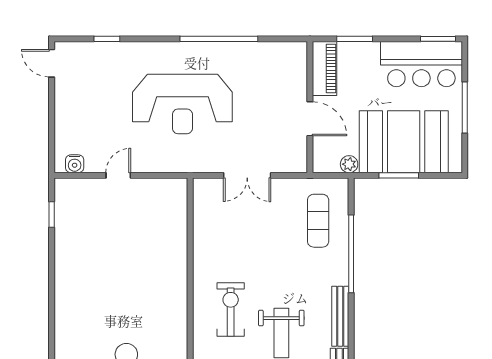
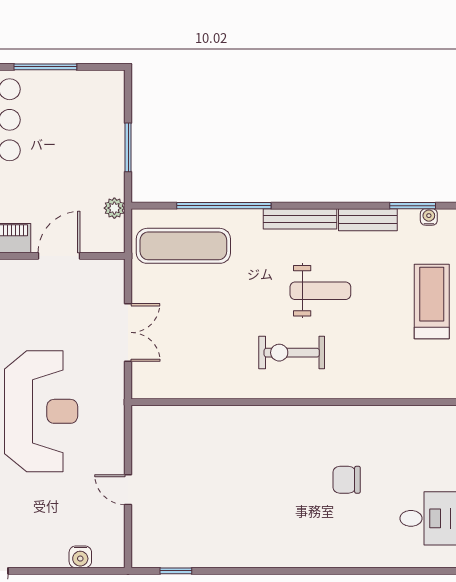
booth: (404, 142) -> (87, 141), removed
water cooler: (75, 164) -> (80, 557), moved, turned 90
exercise mat: (318, 221) -> (183, 246), width x1.36, depth x1.45

